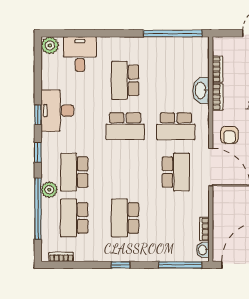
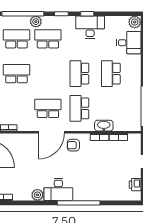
school desk: (125, 80) -> (111, 74), turned -90
school desk: (176, 172) -> (48, 108), turned 180

